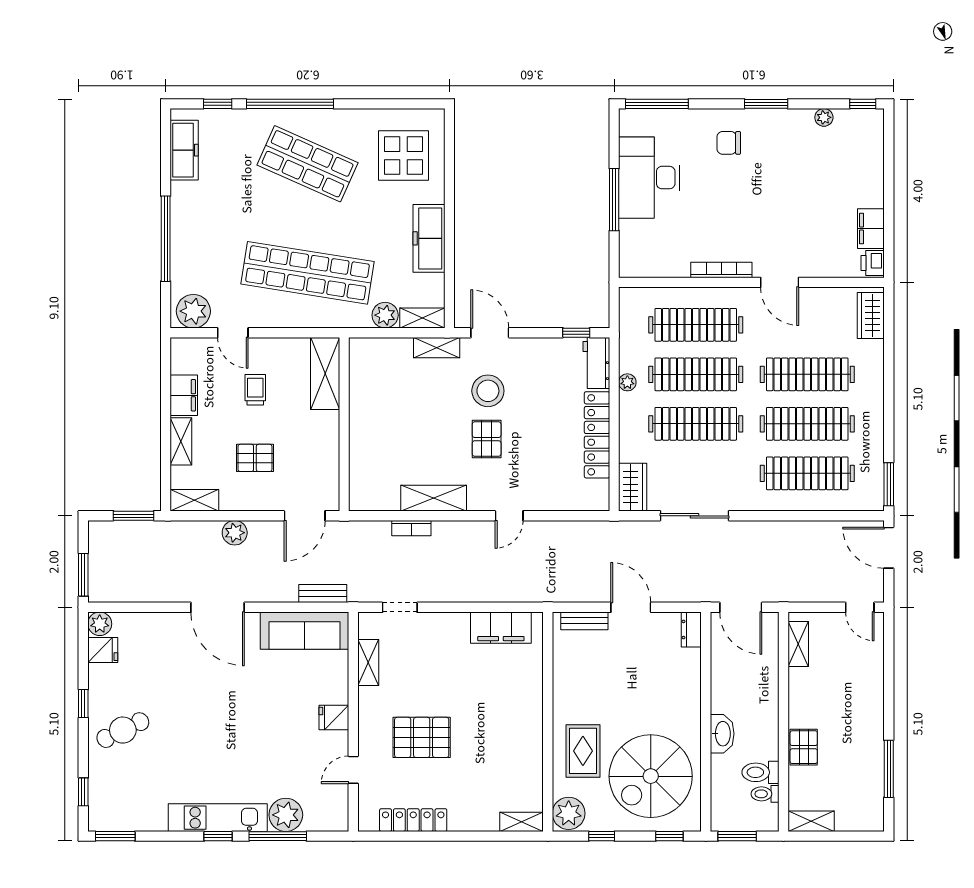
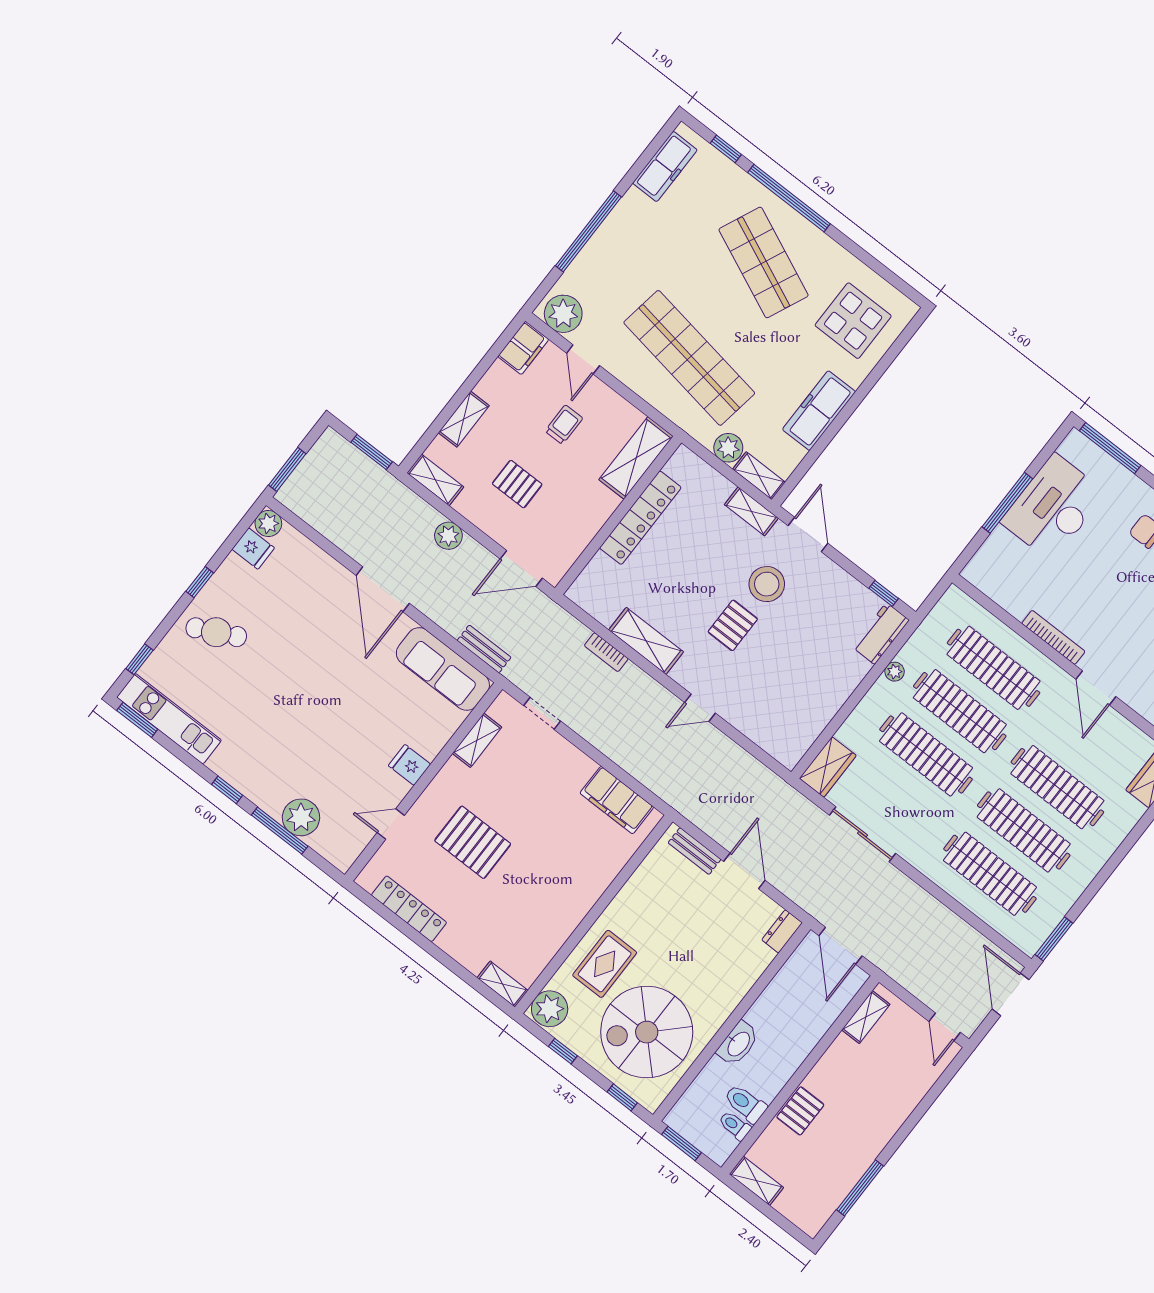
filing cabinet: (184, 395) -> (523, 348), moved
locker: (597, 435) -> (640, 518), moved, turned 180
kitchen unit: (218, 818) -> (169, 719), moved

